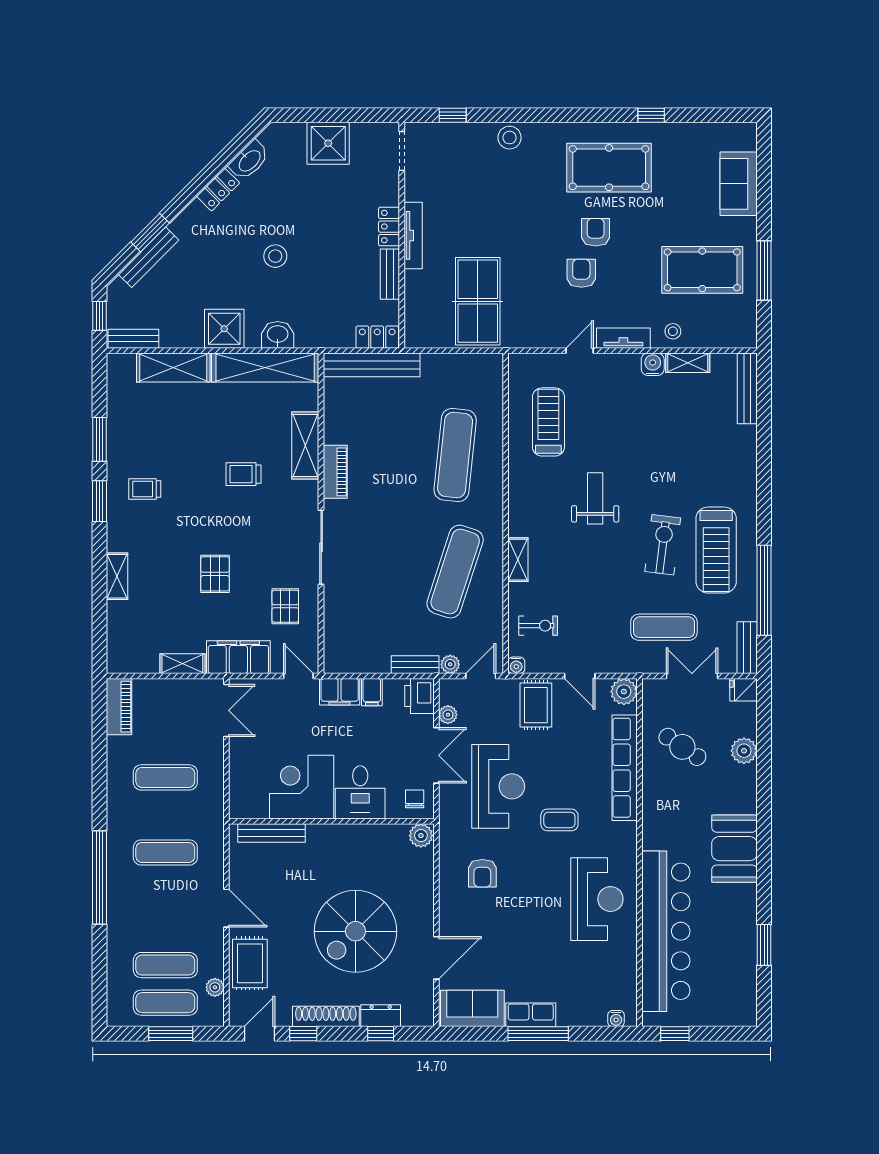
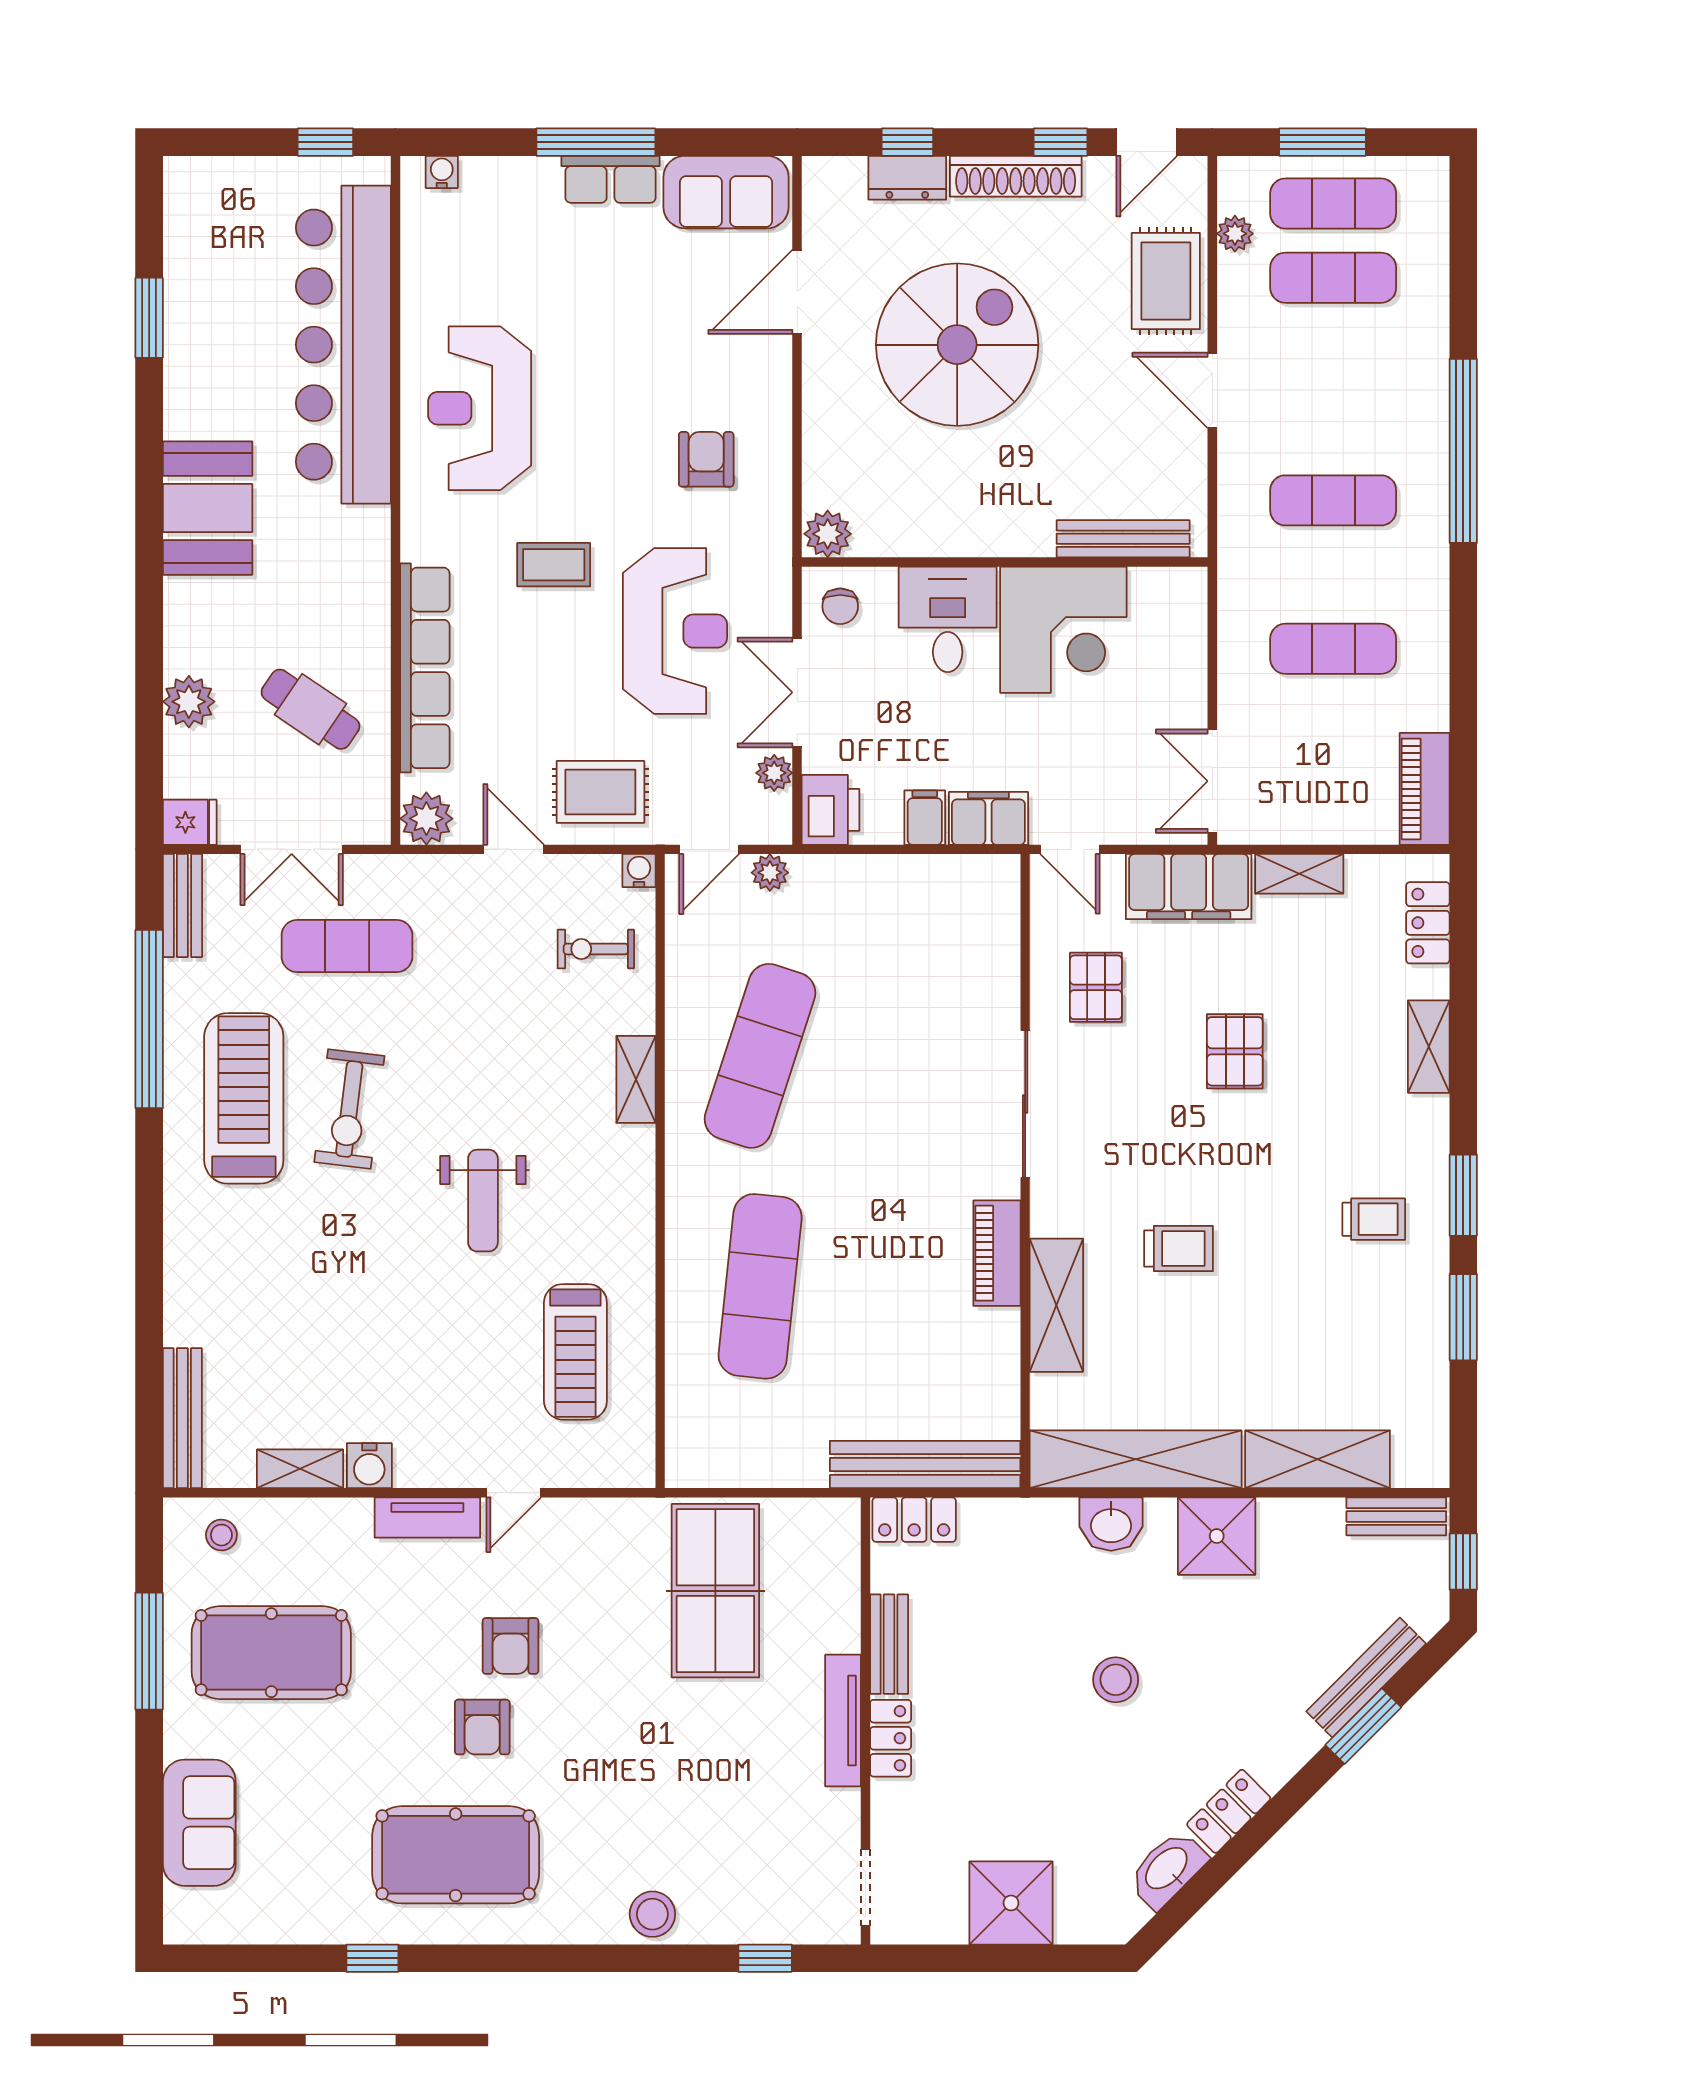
stool: (673, 331) -> (221, 1535), moved
locker: (117, 639) -> (1428, 923), added
bench: (415, 665) -> (839, 872), removed
rug: (536, 705) -> (600, 792), turned 90
reception desk: (498, 786) -> (675, 631), turned 180

